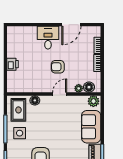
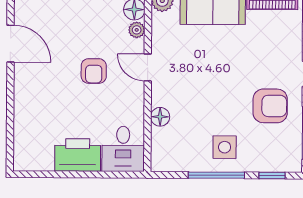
desk: (48, 38) -> (123, 149), moved, turned -90
printer: (13, 64) -> (78, 155), width x1.87, depth x1.48
rug: (18, 110) -> (179, 149), removed

